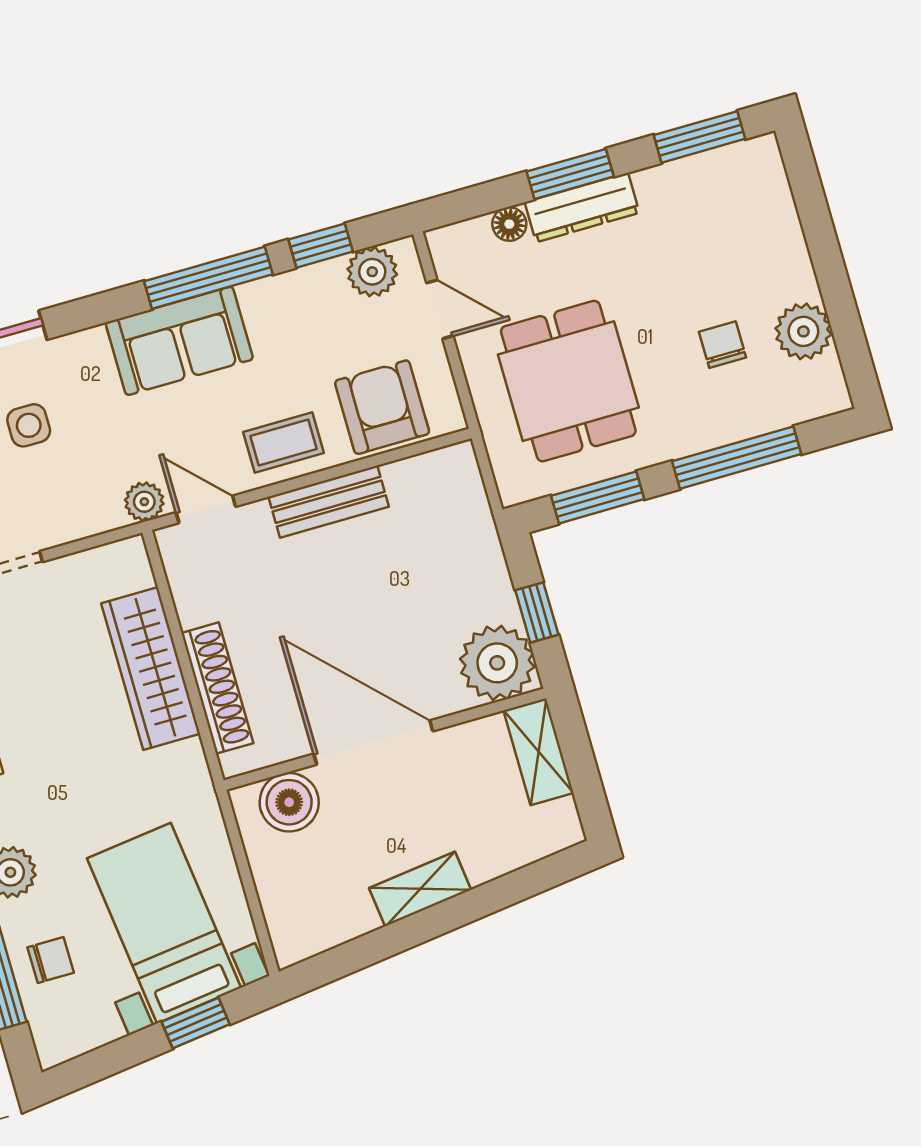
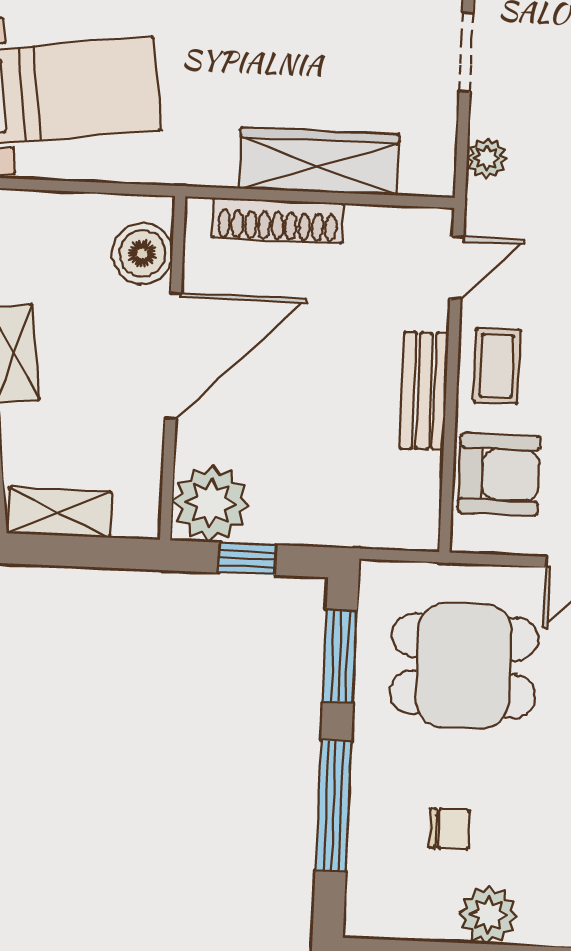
plant: (803, 331) -> (488, 915), moved
plant: (144, 502) -> (487, 158), moved
shelving: (539, 752) -> (59, 512), moved

